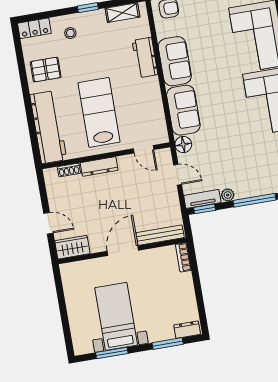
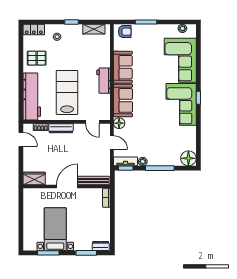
workbench: (145, 57) -> (104, 81), moved
door: (48, 223) -> (21, 139), moved

